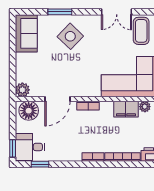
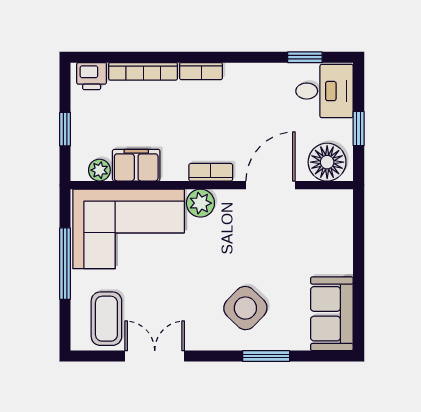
plant: (22, 90) -> (200, 203), moved
window: (13, 148) -> (359, 129), moved

